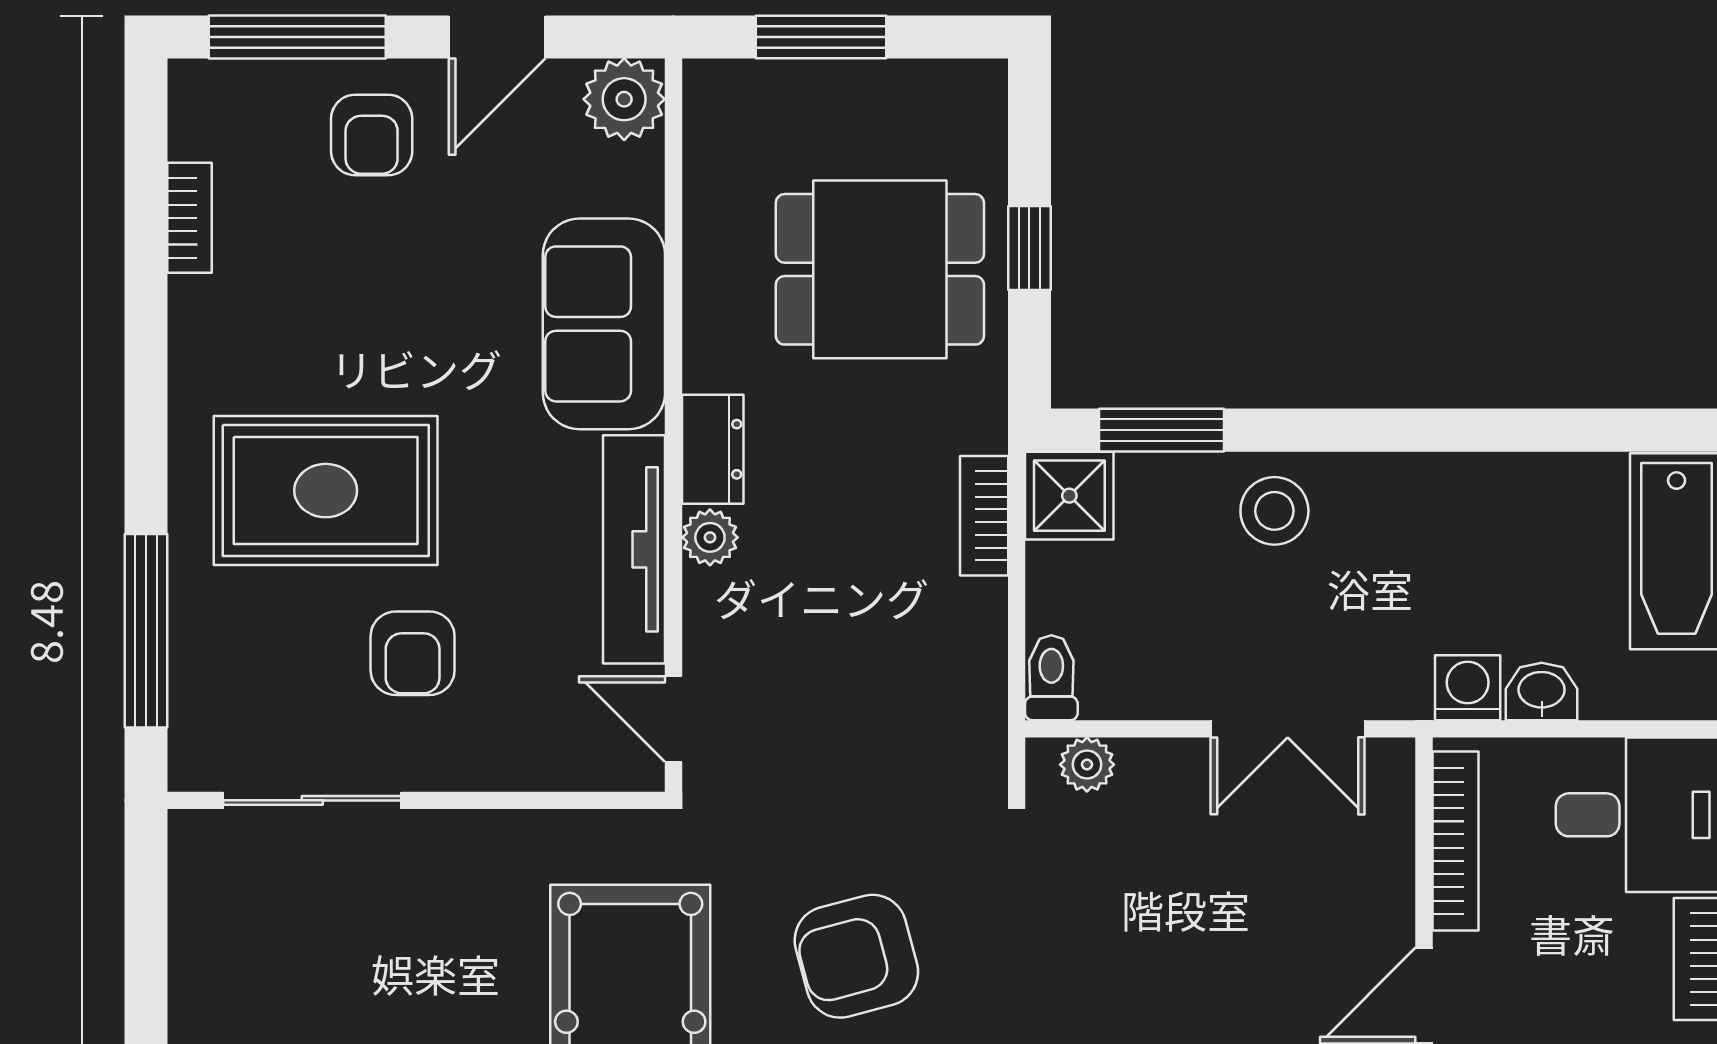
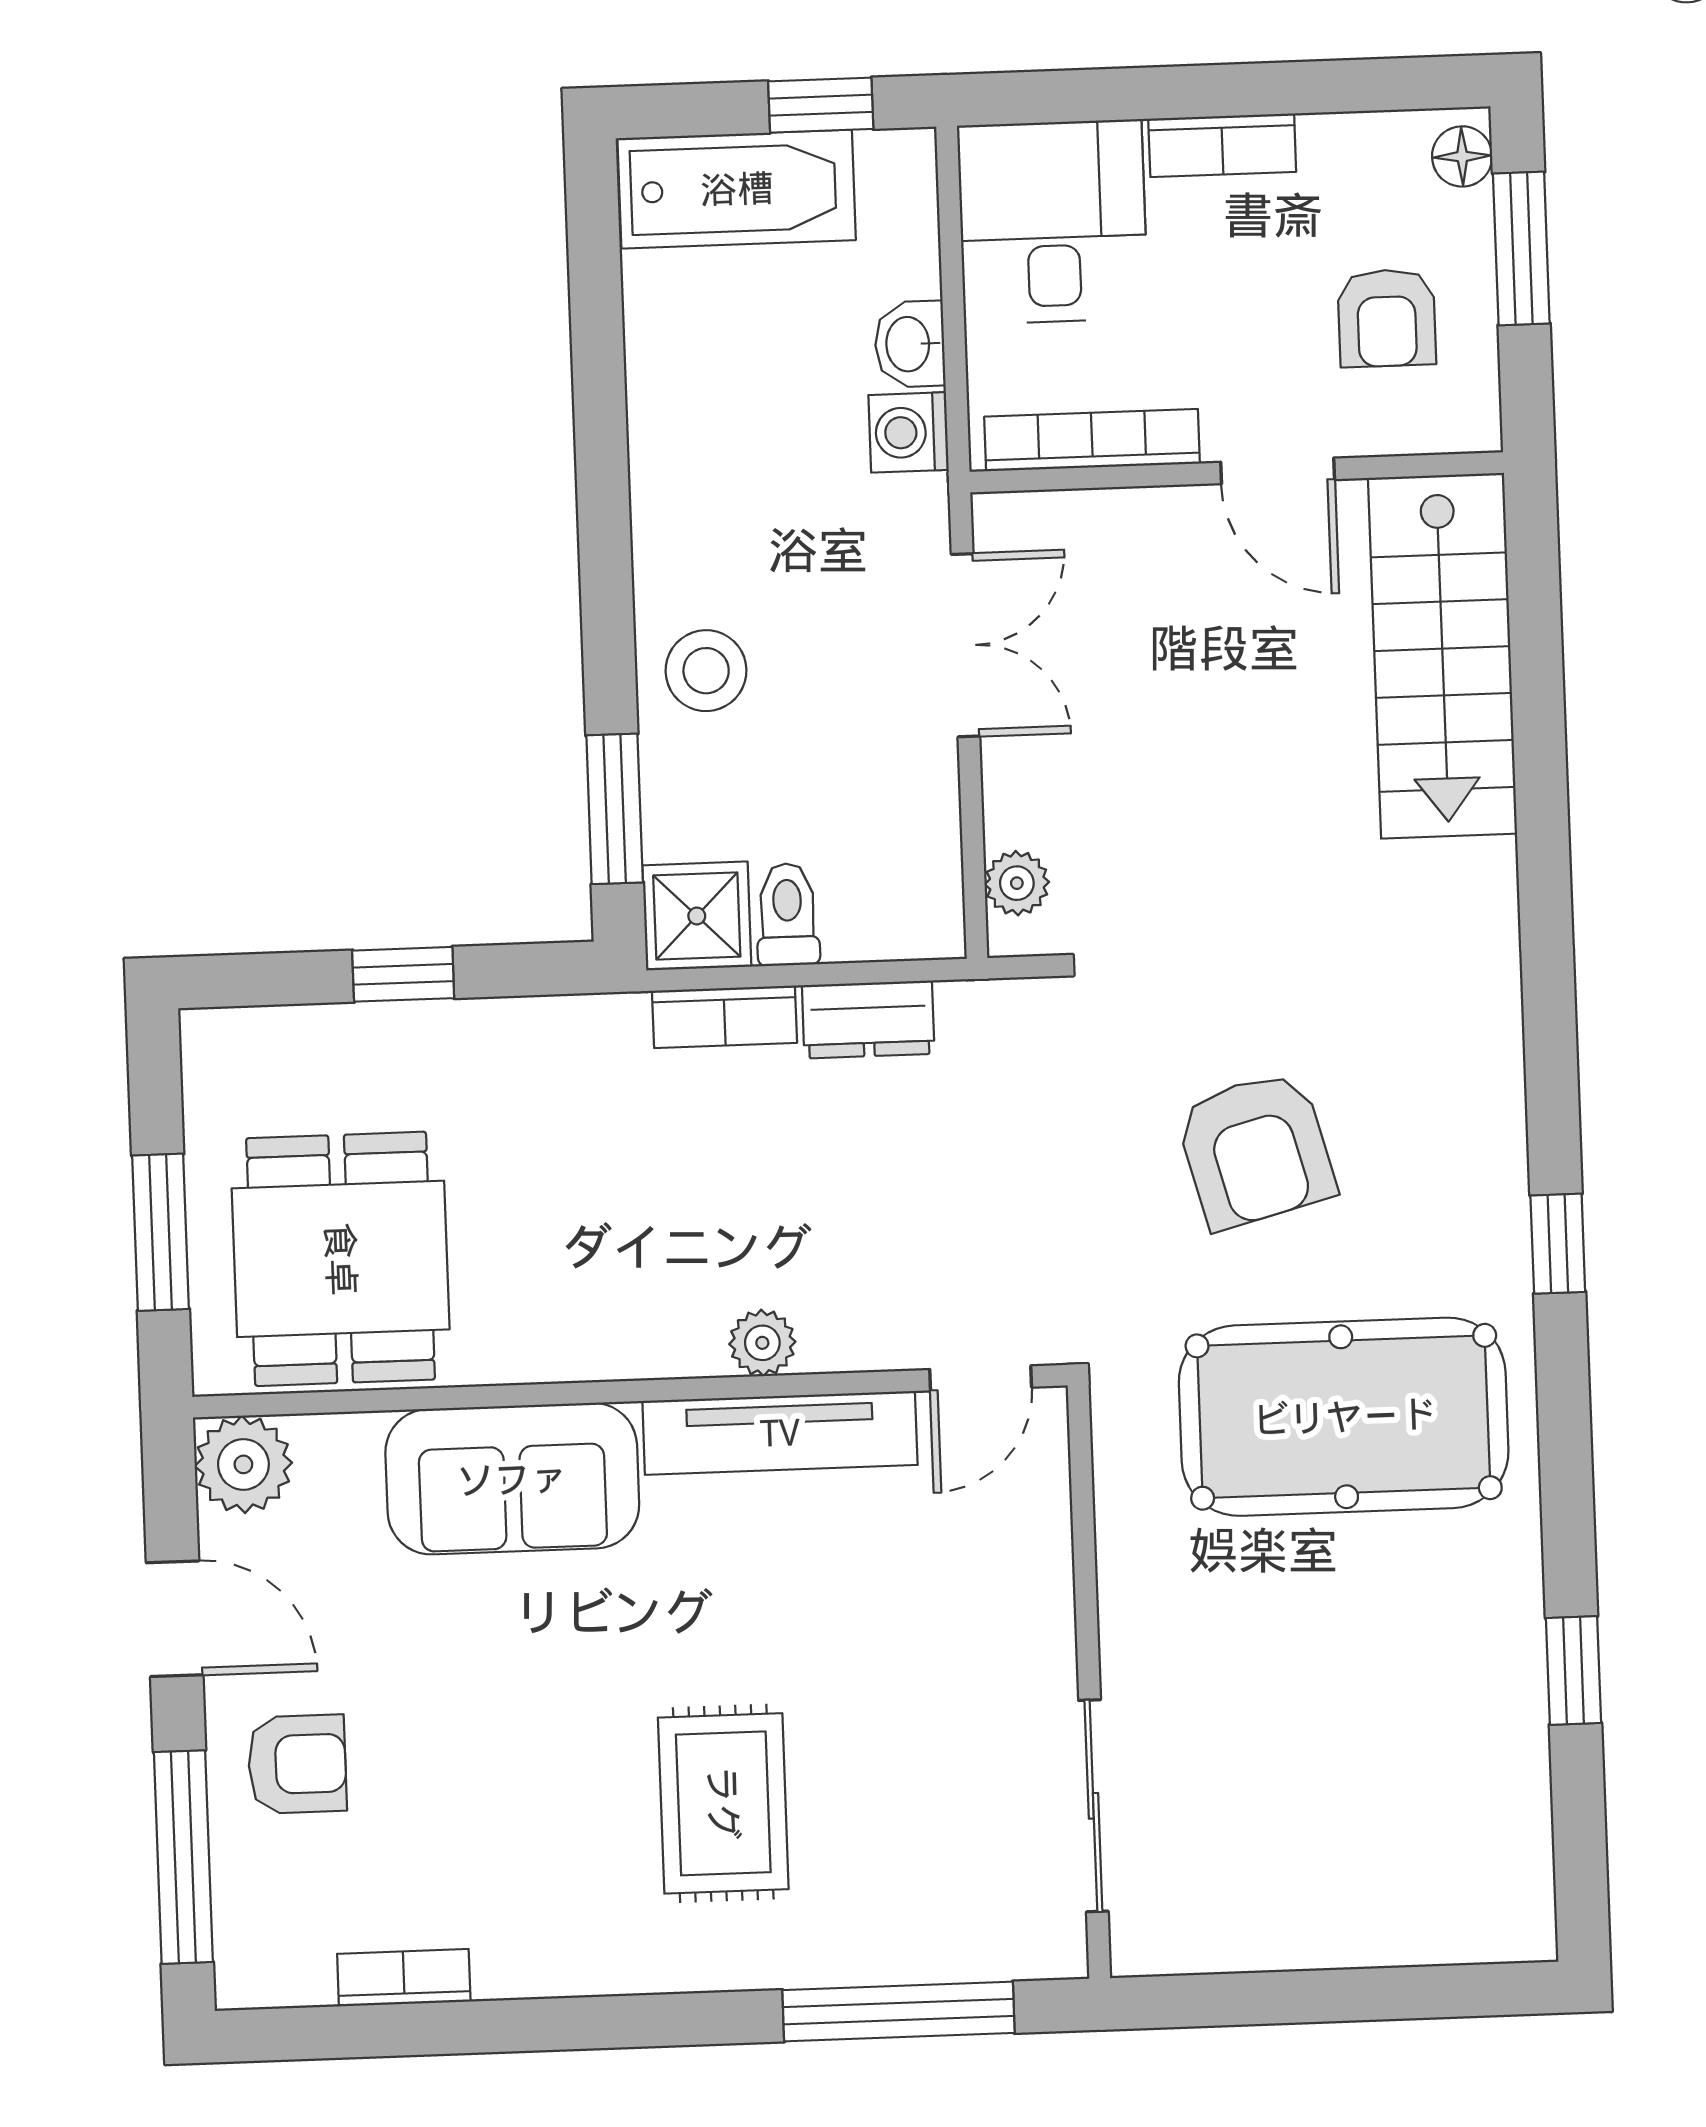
dining table: (880, 269) -> (341, 1259), moved
dresser: (713, 449) -> (868, 1020), moved, turned 180
rug: (326, 491) -> (723, 1803), width x0.73, depth x0.70
armchair: (413, 653) -> (914, 1693), removed
toilet: (1051, 678) -> (788, 914), moved, turned 90

